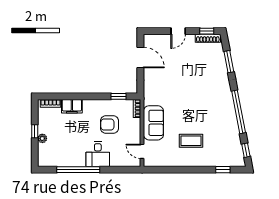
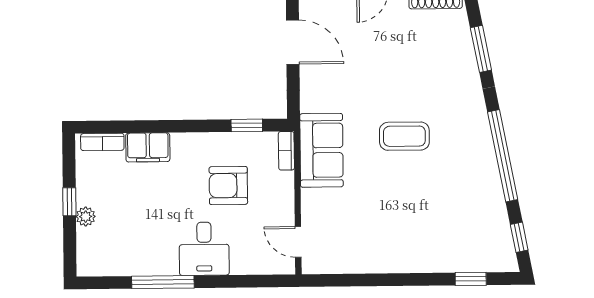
sofa: (153, 123) -> (321, 150), moved
coffee table: (191, 141) -> (404, 136), moved
window: (78, 170) -> (163, 282), width x0.68

